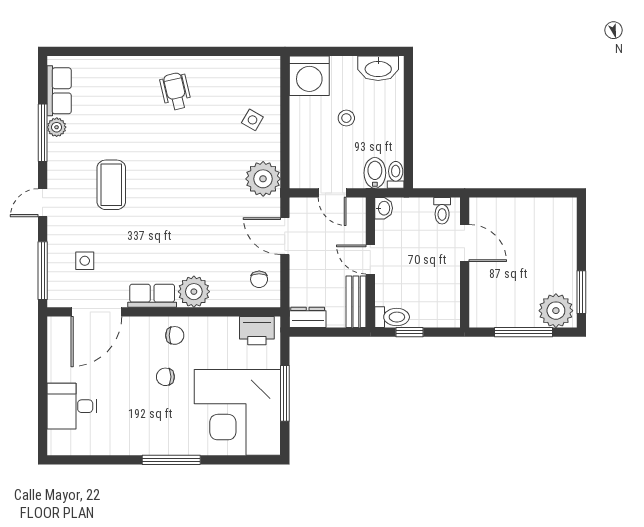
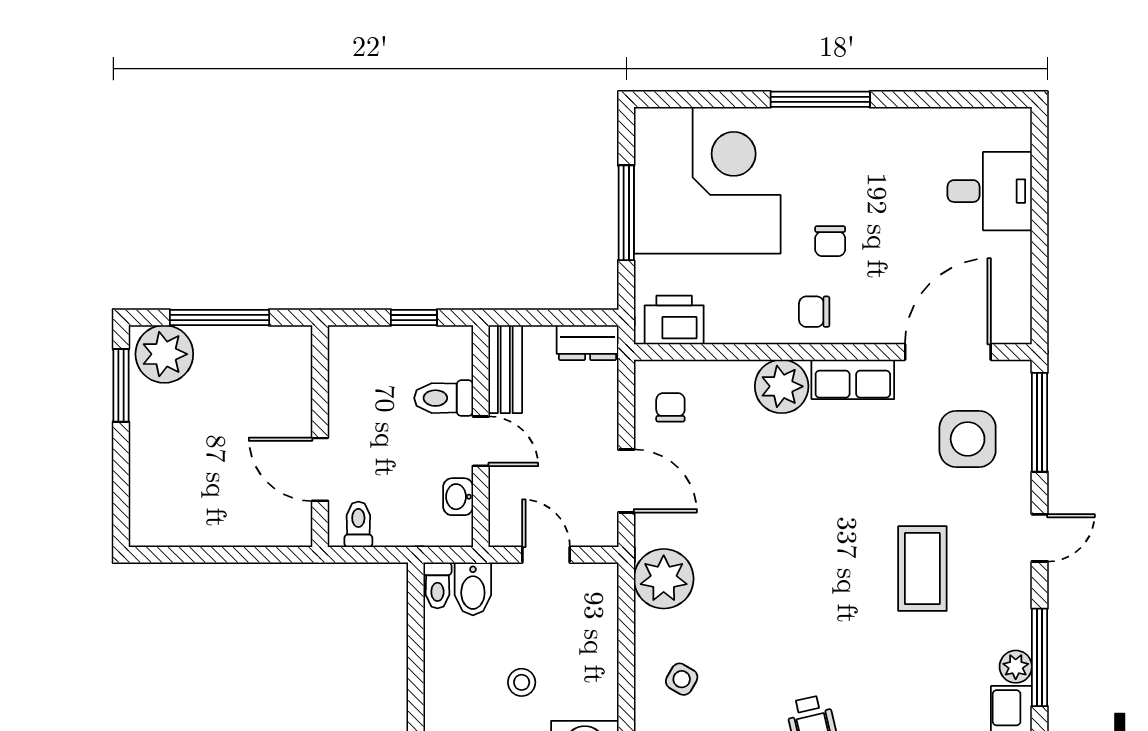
washbasin: (384, 208) -> (458, 497), moved
side table: (85, 261) -> (968, 439), width x1.87, depth x1.87
toilet: (392, 317) -> (444, 398), moved
chair: (165, 377) -> (830, 241), turned 90

